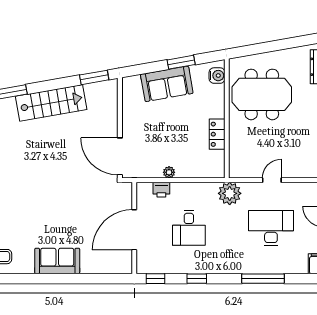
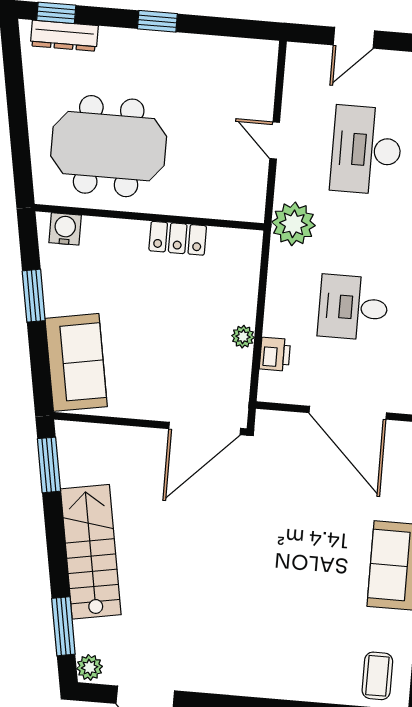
sofa: (167, 84) -> (76, 362), moved
meeting table: (262, 94) -> (109, 146), turned 90
desk: (189, 228) -> (353, 308), turned 180

